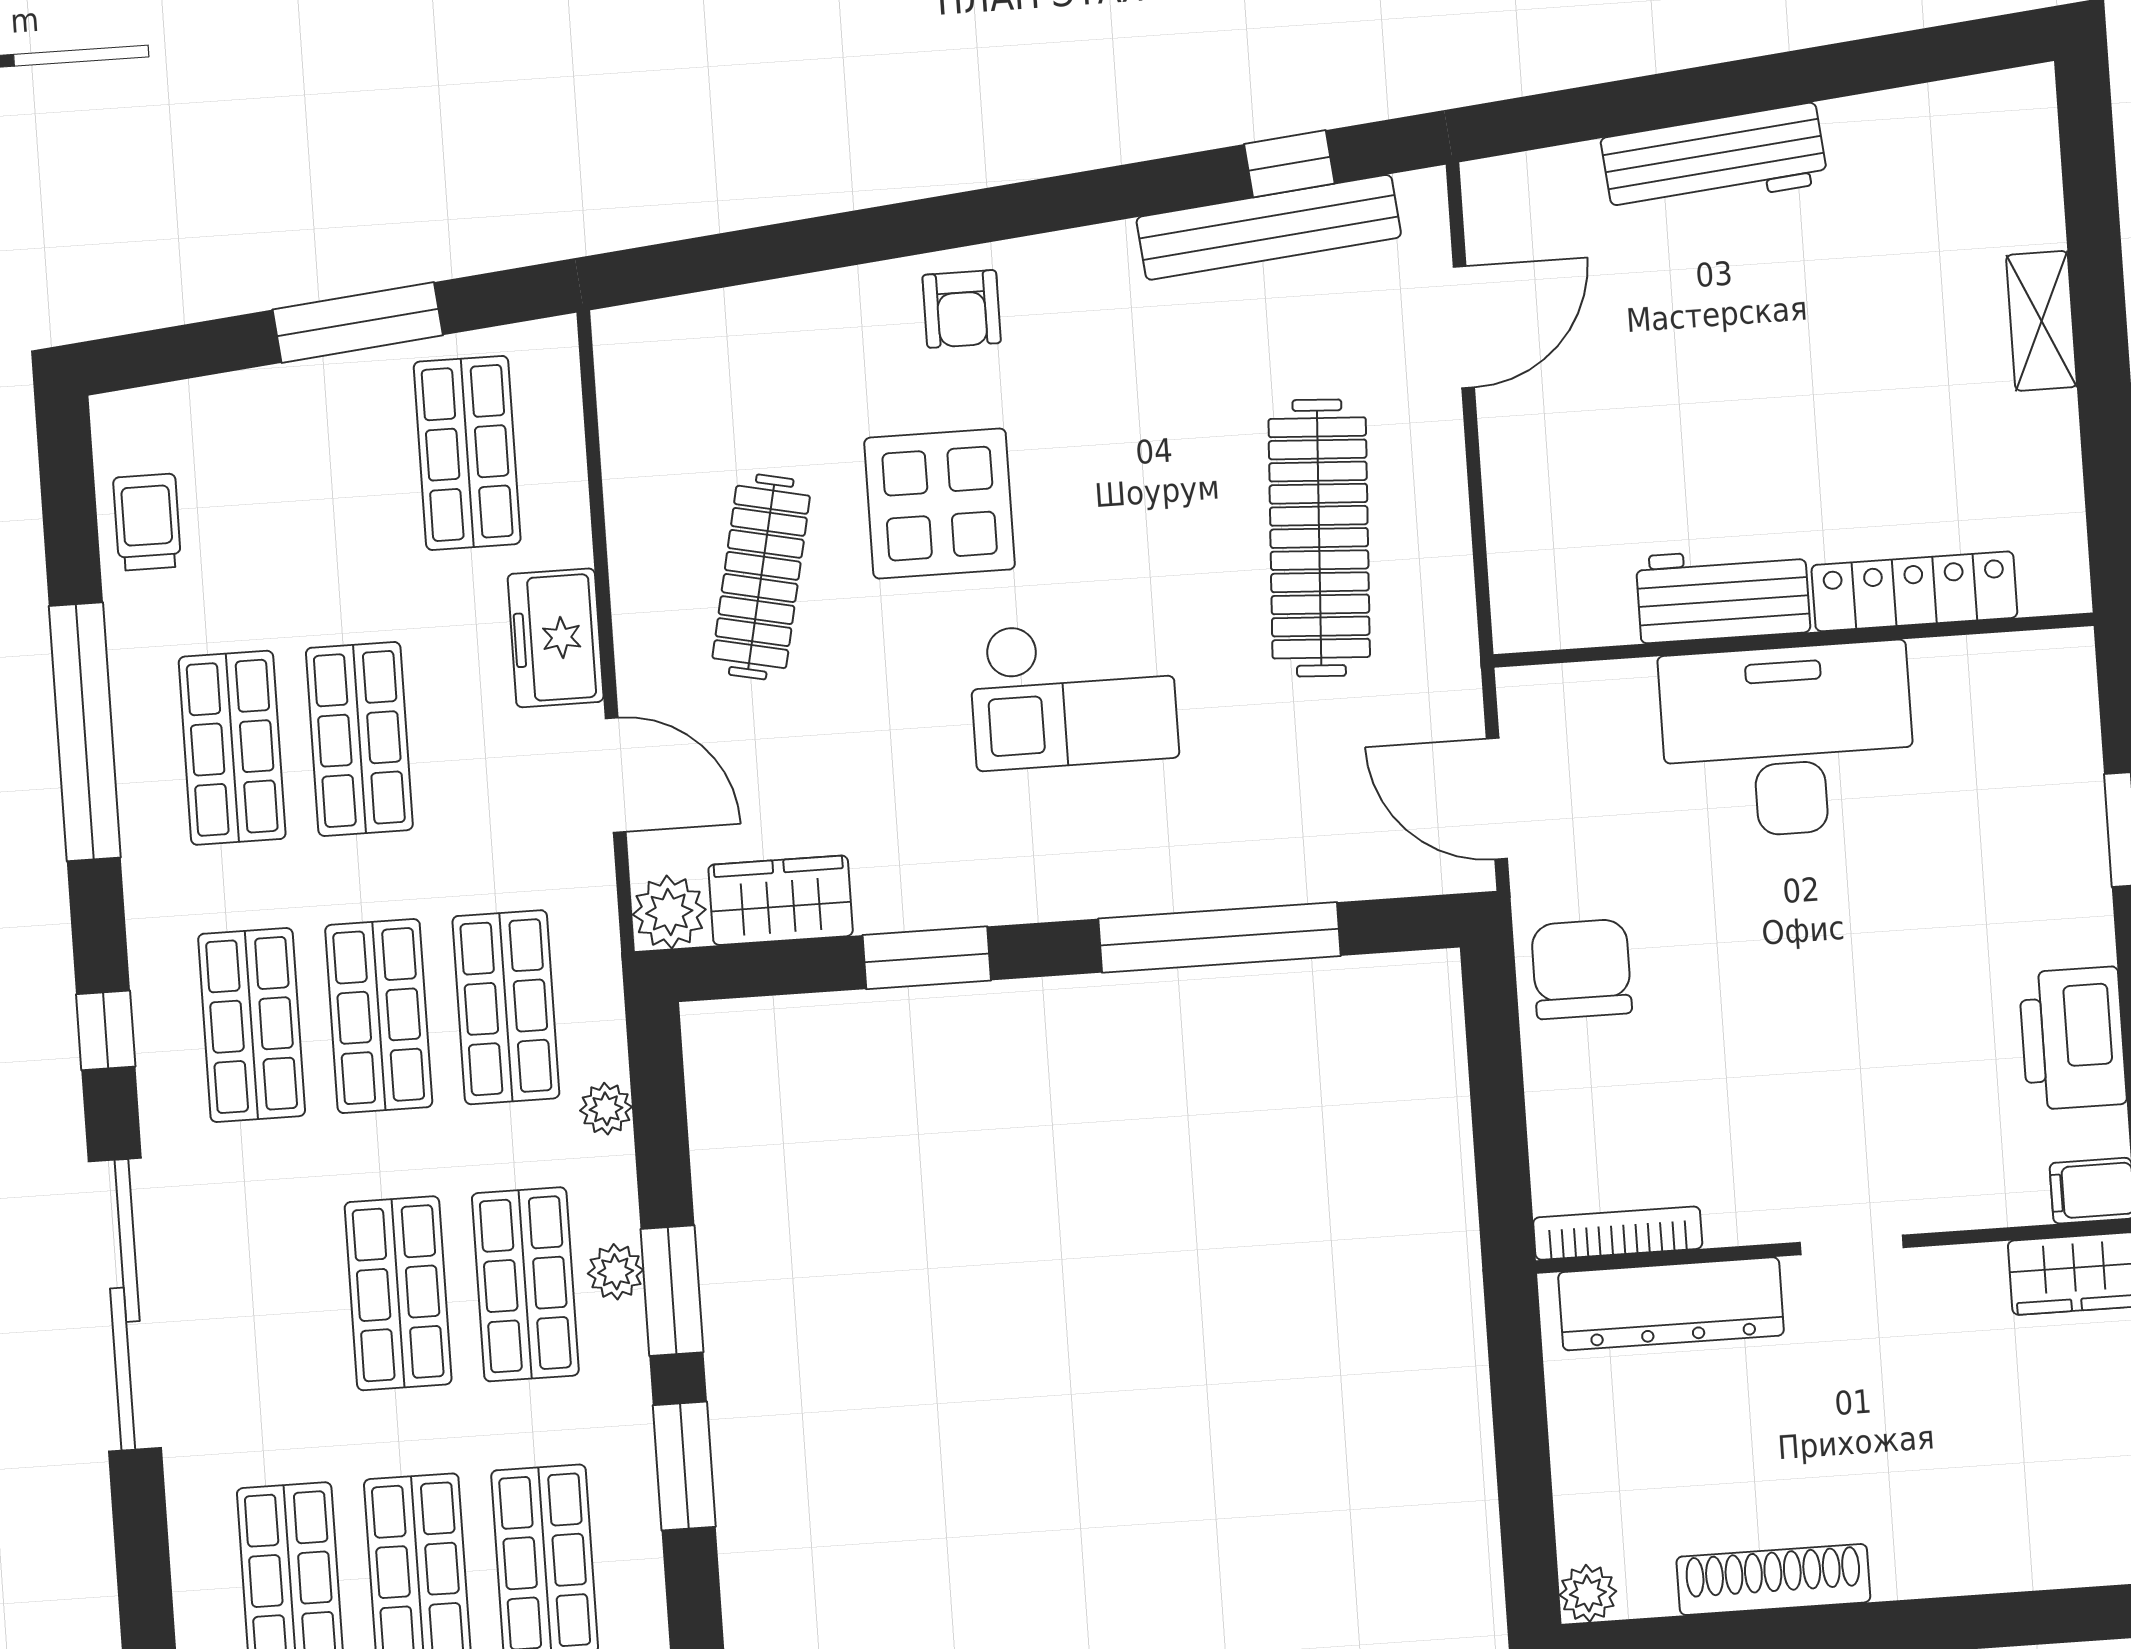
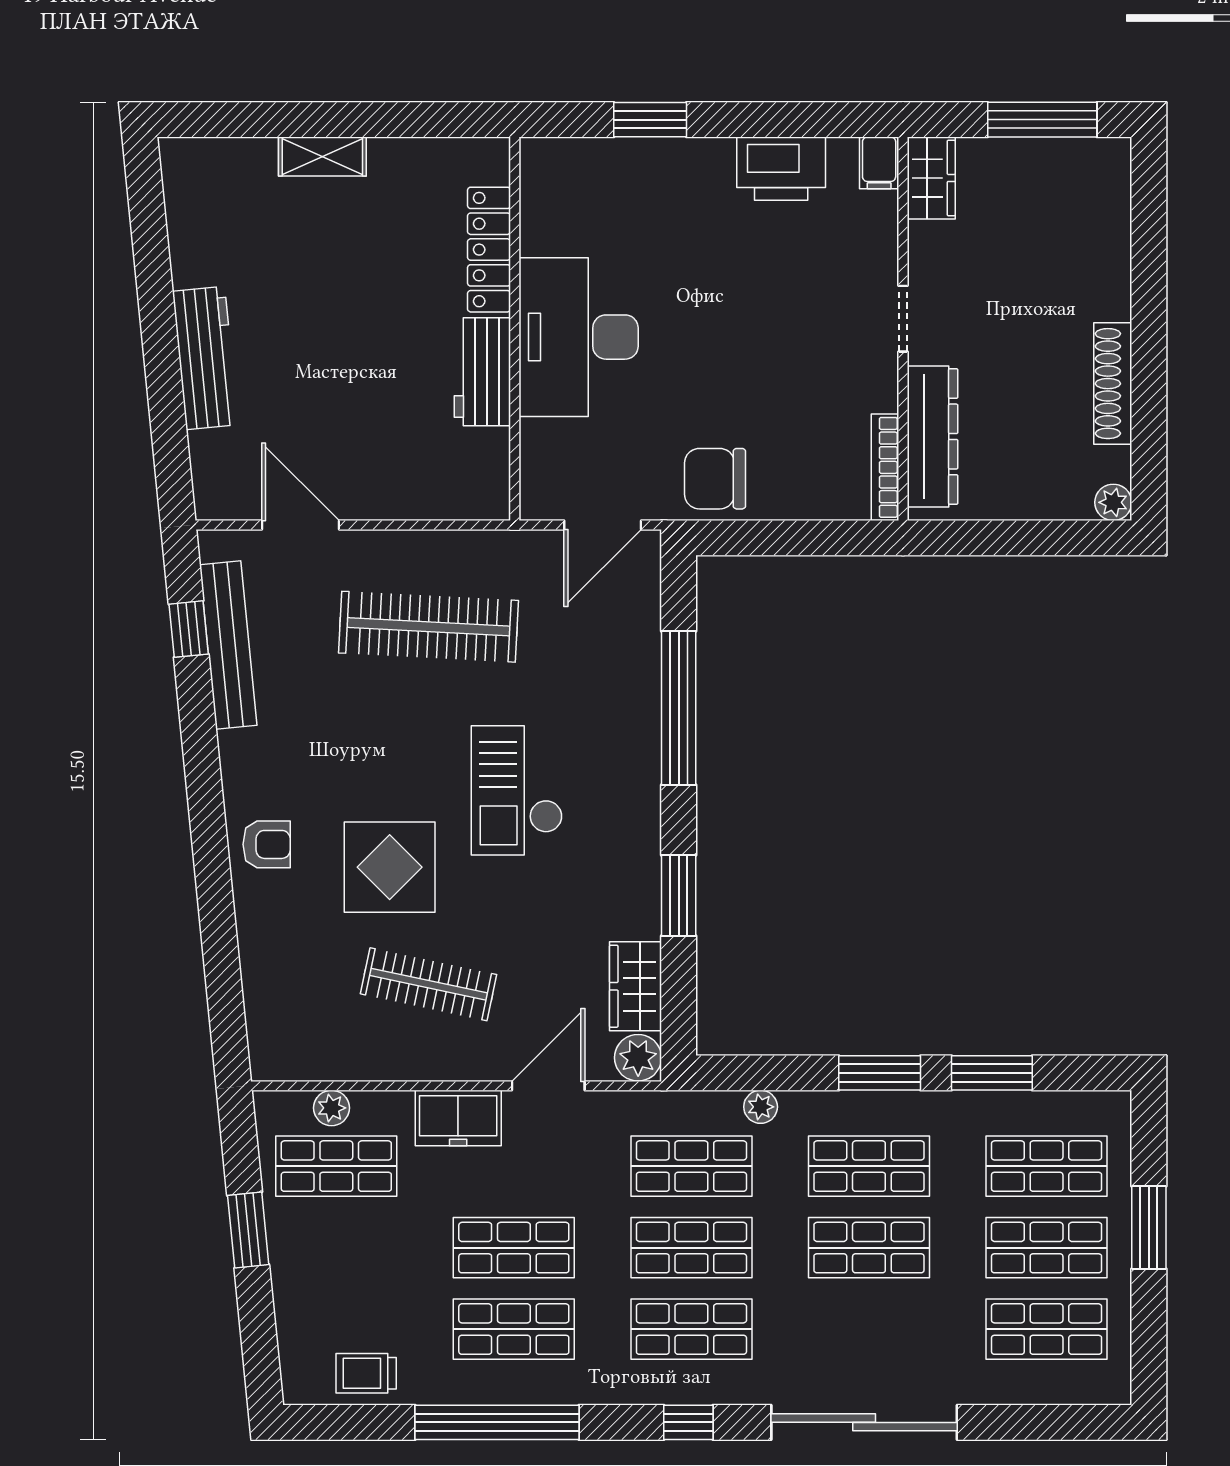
window: (358, 322) -> (248, 1230), width x0.69
checkout: (1073, 694) -> (517, 790), turned 180
plant: (616, 1272) -> (331, 1108), moved

